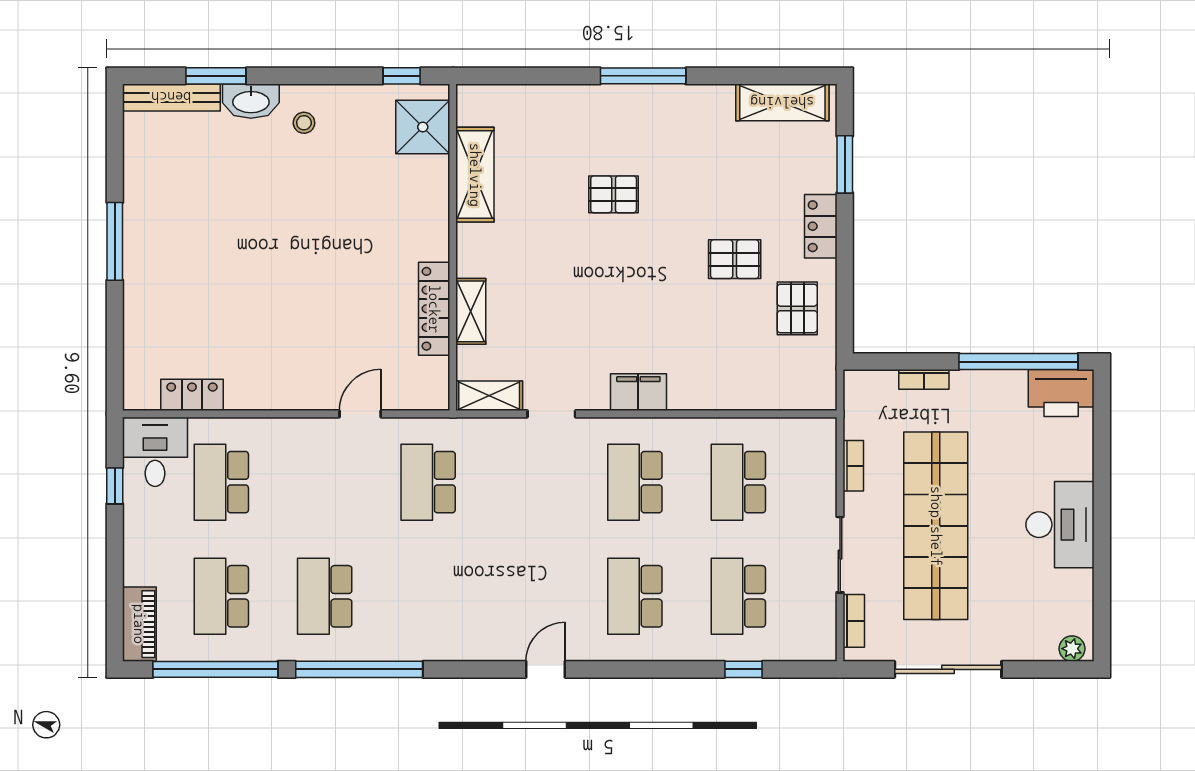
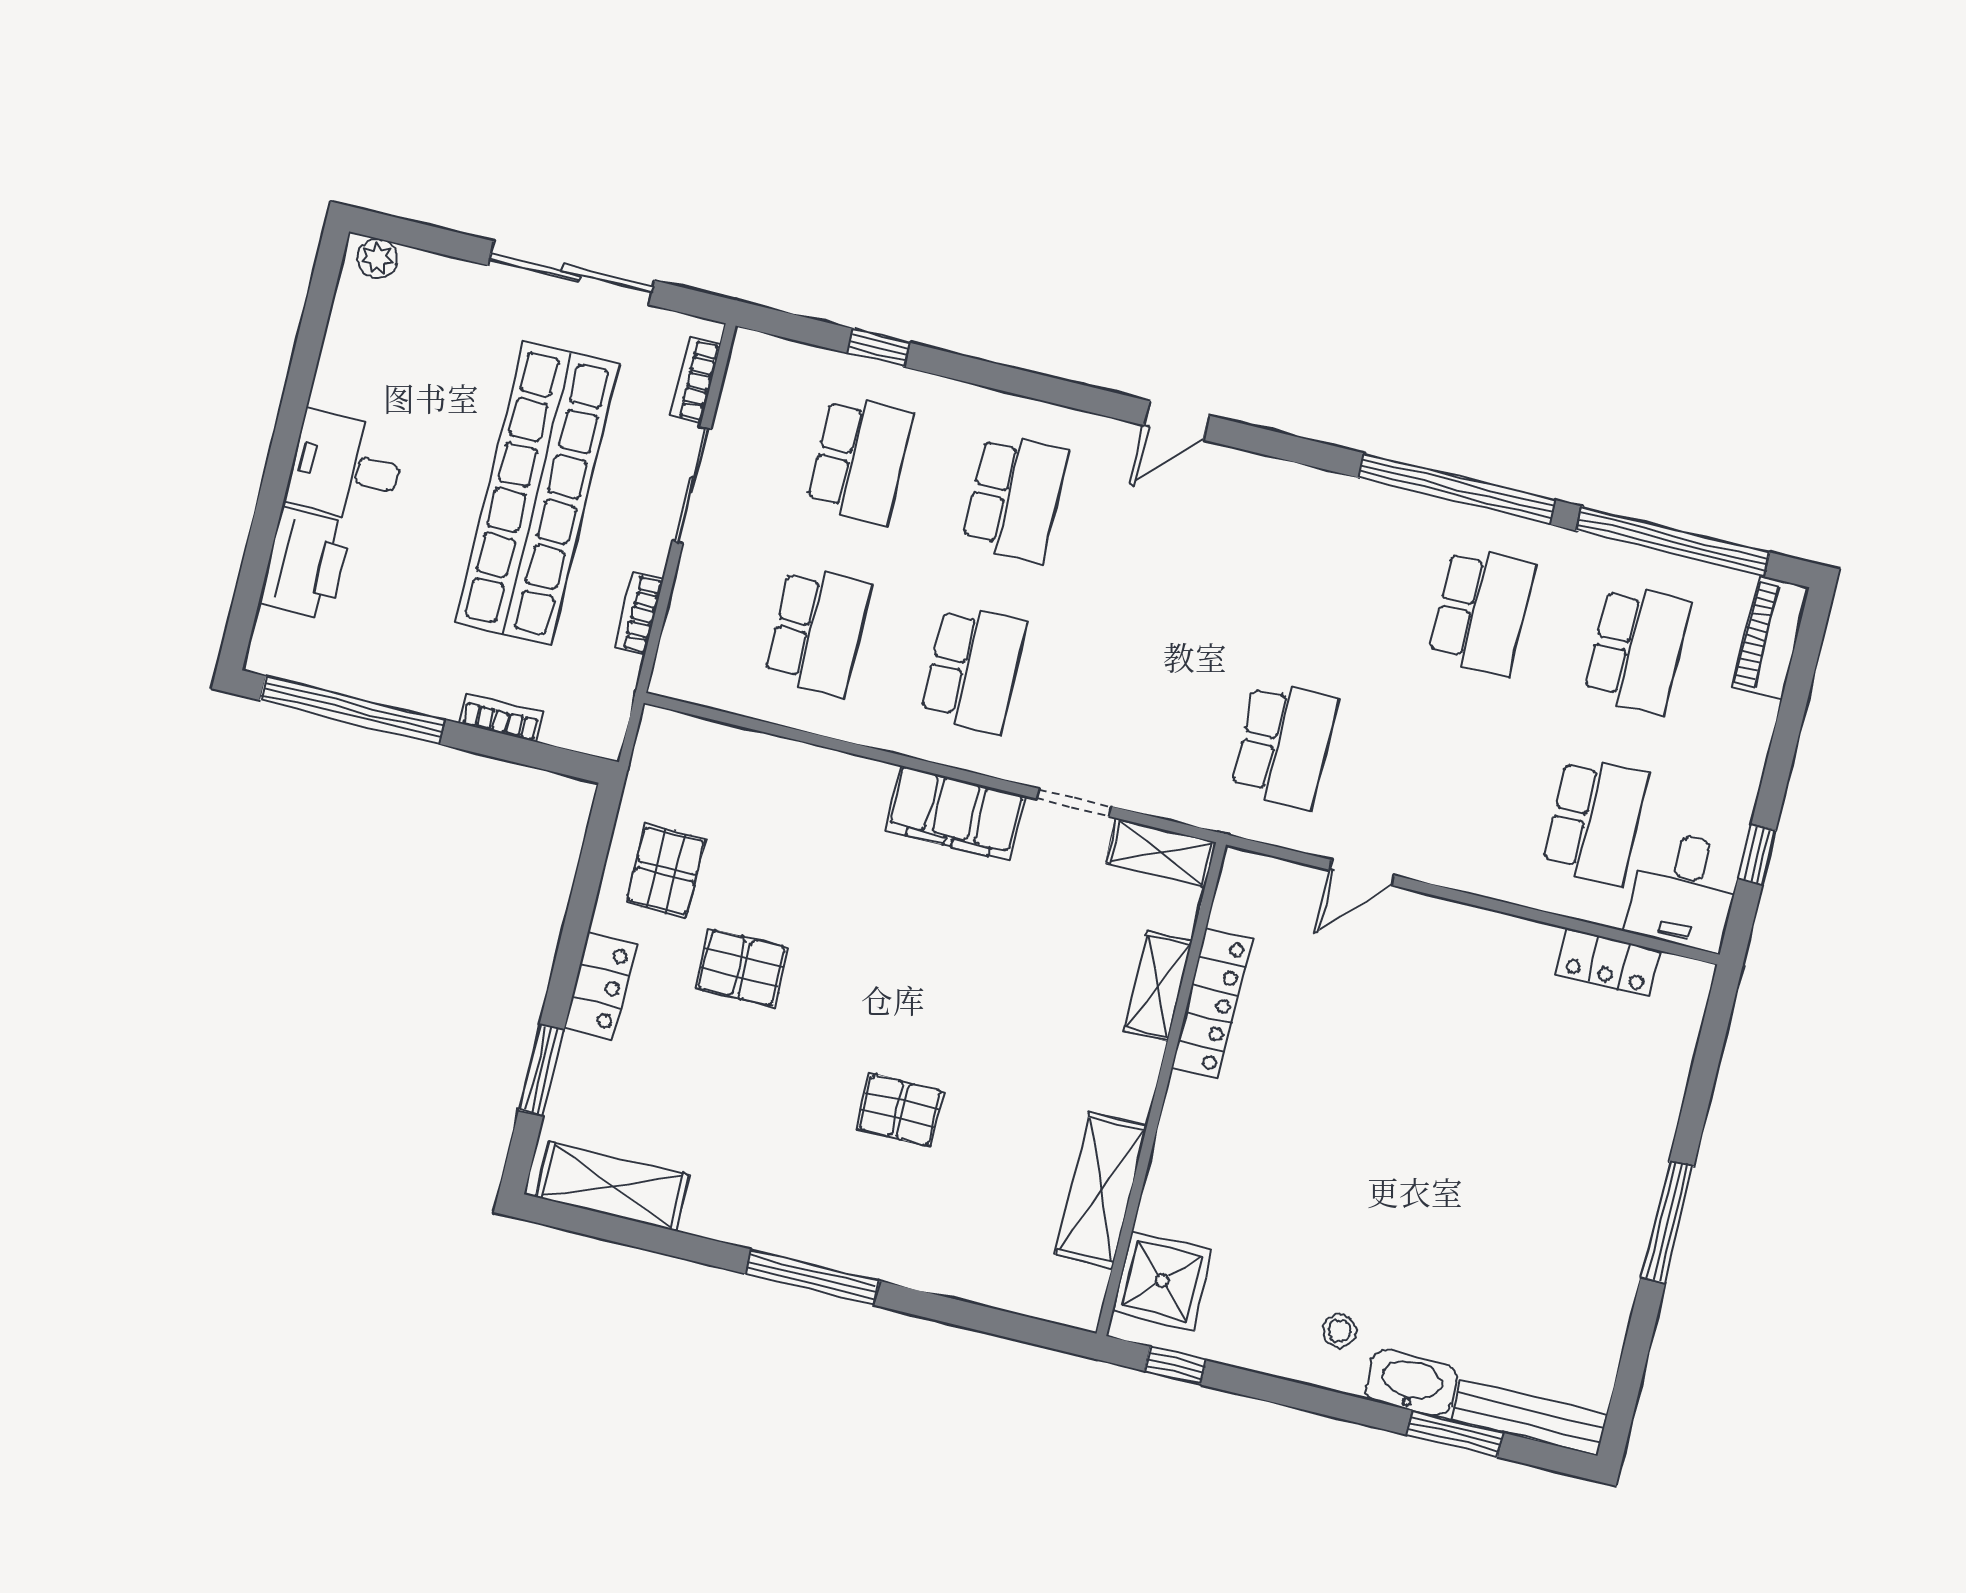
filing cabinet: (638, 392) -> (955, 813), width x1.50, depth x1.17
printer: (1061, 393) -> (305, 564), moved, turned 90
desk: (1060, 525) -> (346, 467), width x0.73

